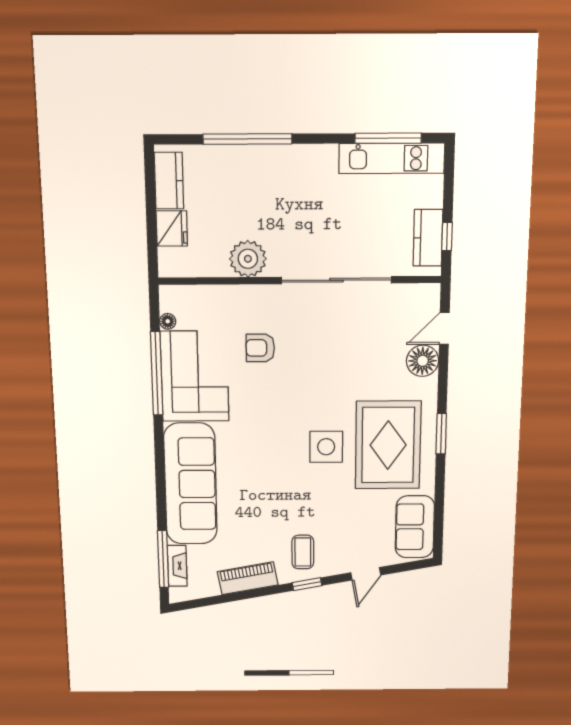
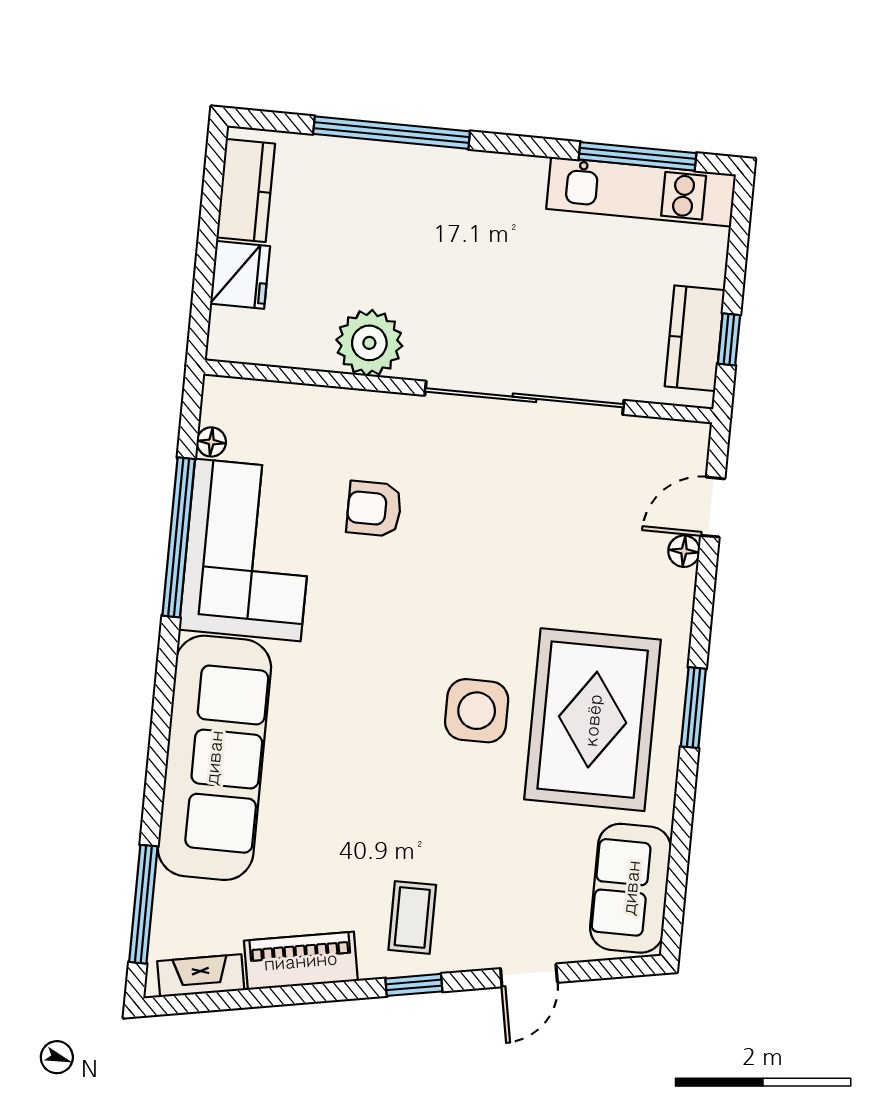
floor lamp: (423, 361) -> (684, 551), width x0.53, depth x0.53
fireplace: (177, 566) -> (201, 976), moved, turned -100

